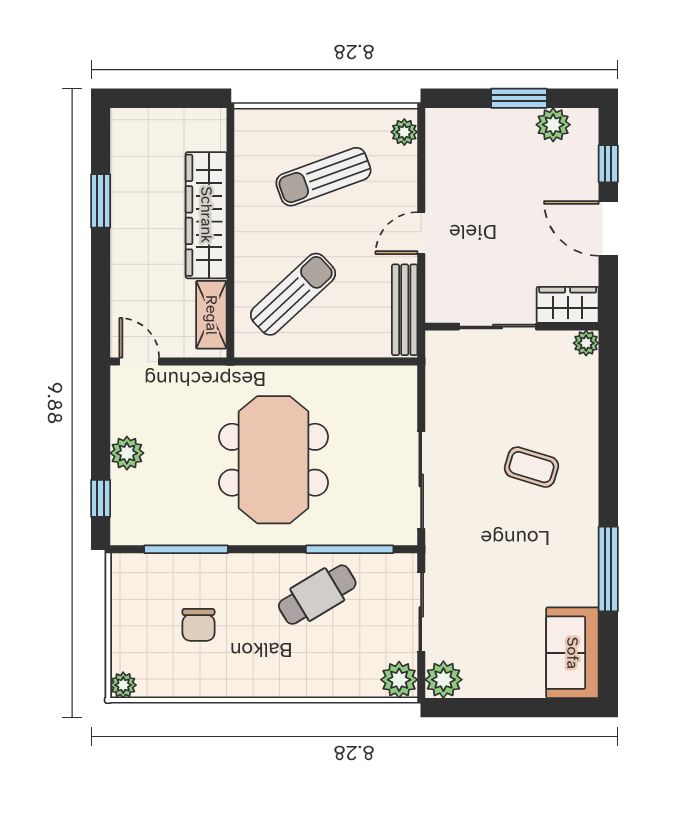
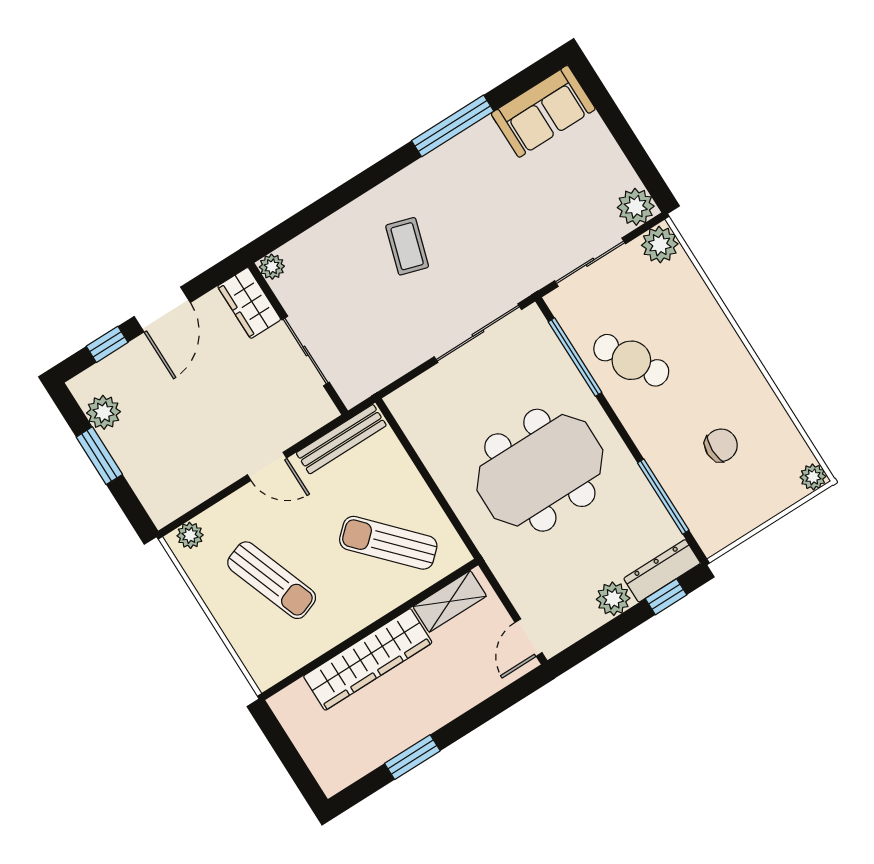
dresser: (124, 509) -> (662, 571), added

